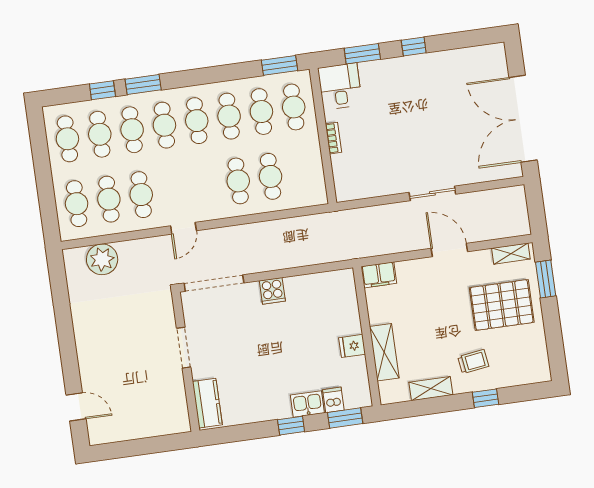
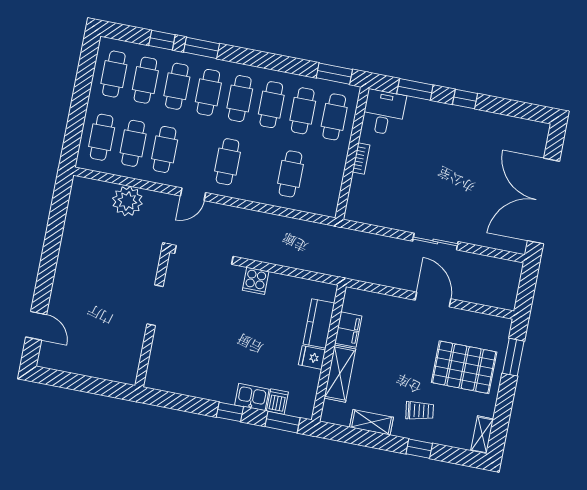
cafe table: (238, 181) -> (228, 162), moved
shelving: (511, 254) -> (482, 435), moved, turned 90
plant: (102, 259) -> (127, 201), moved
filing cabinet: (379, 275) -> (348, 330), moved, turned -90
kitchen counter: (207, 403) -> (319, 324), moved, turned 180

